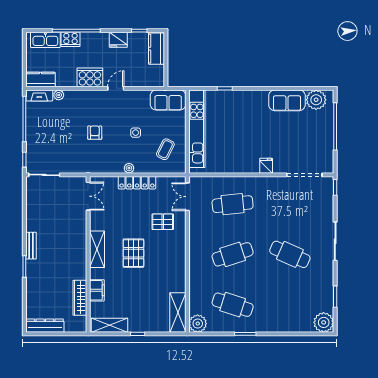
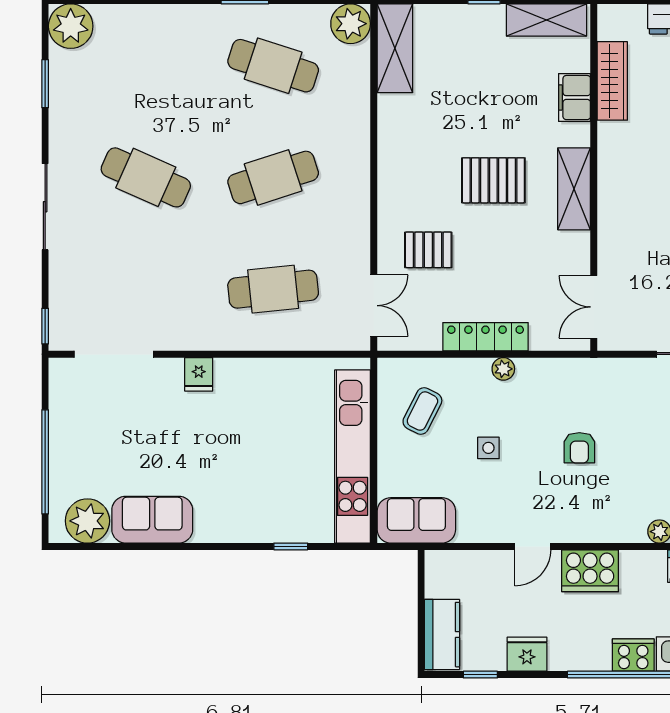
pallet: (133, 253) -> (493, 180), turned 90

